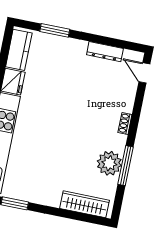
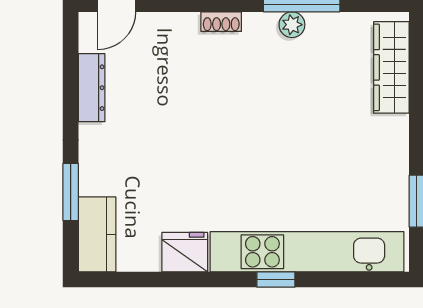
kitchen counter: (19, 50) -> (97, 234), moved, turned 90
plant: (109, 163) -> (292, 25), width x0.53, depth x0.53

